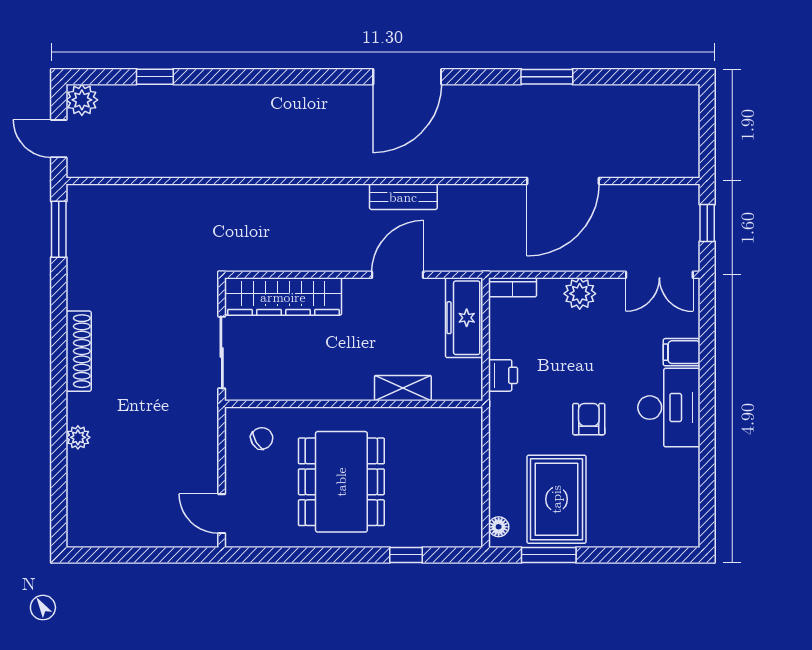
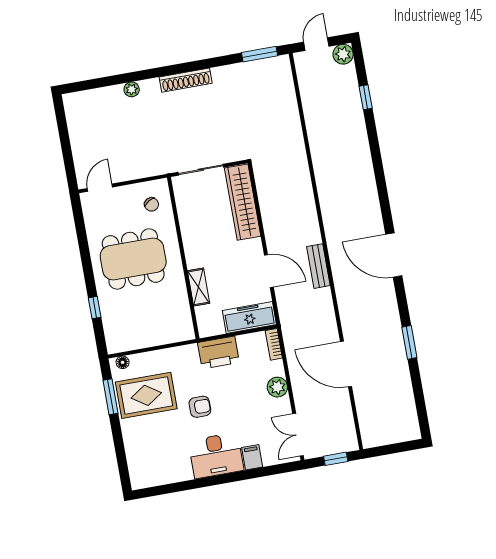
printer: (503, 375) -> (218, 353), width x1.87, depth x1.48

